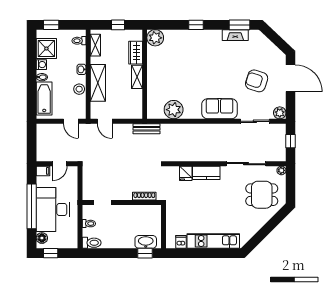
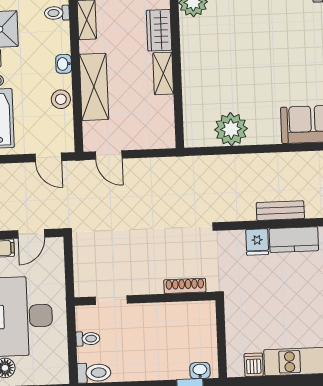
bench: (146, 129) -> (280, 211), moved
washbasin: (146, 242) -> (200, 371), width x0.52, depth x0.69

